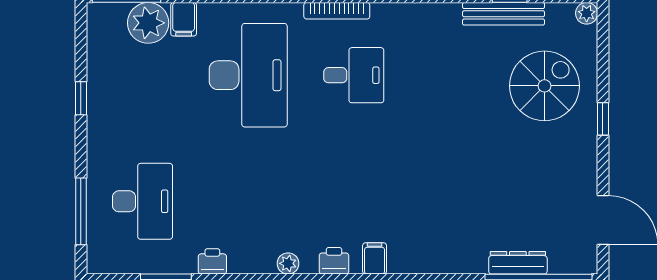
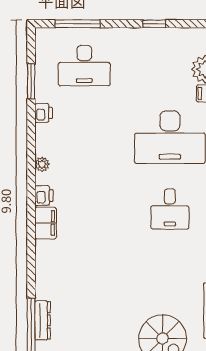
filing cabinet: (375, 258) -> (45, 223), width x2.00

